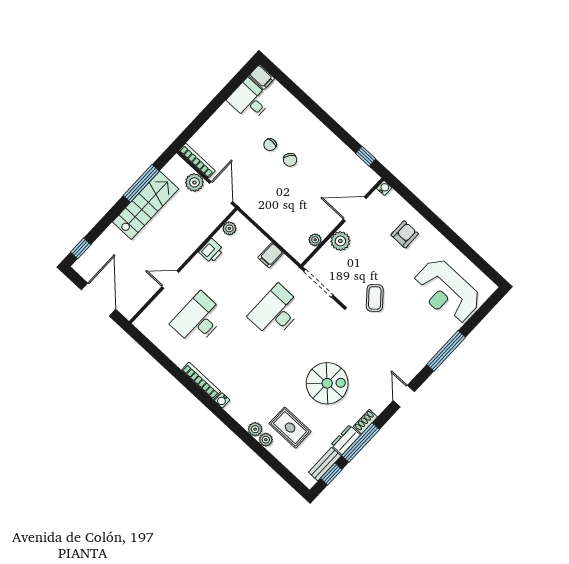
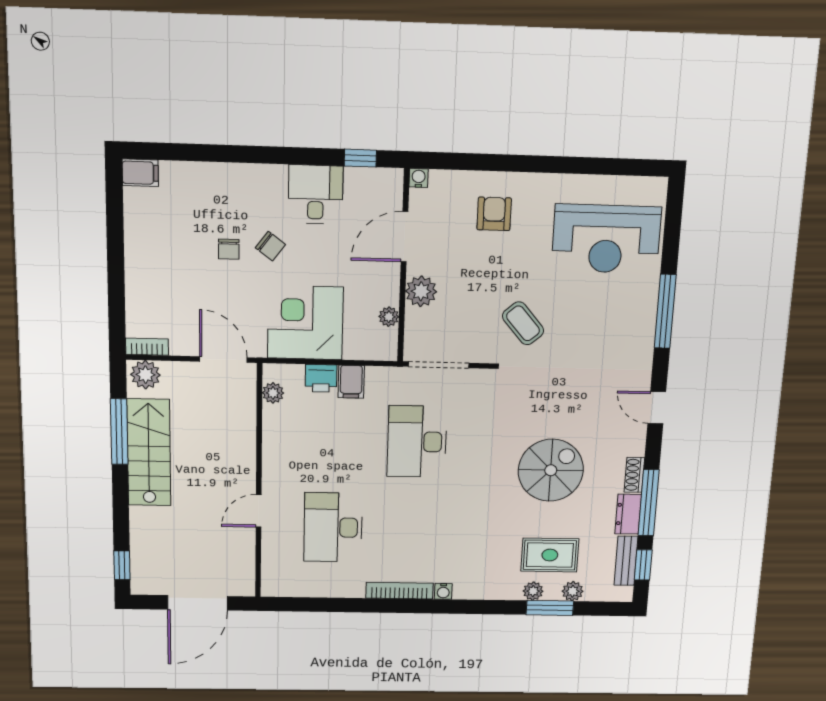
desk: (250, 100) -> (316, 194), moved, turned 90
bookcase: (197, 161) -> (147, 347), width x0.64
plant: (194, 182) -> (145, 375), moved
corner desk: (274, 209) -> (305, 323), added
printer: (211, 251) -> (321, 378), moved, turned 90
door: (99, 300) -> (198, 603), swing flipped
plant: (255, 429) -> (573, 591), moved
window: (267, 456) -> (550, 608), added

